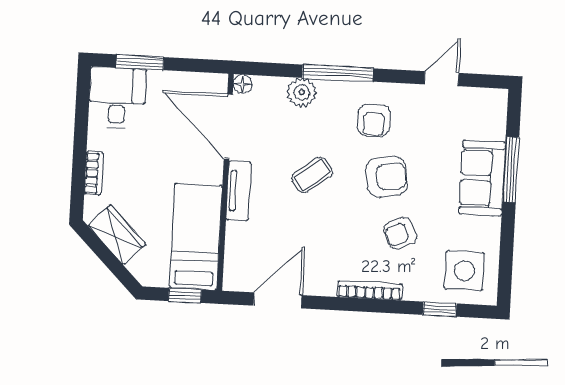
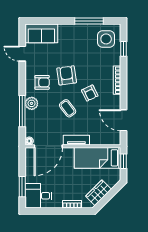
window: (338, 73) -> (22, 111), moved
plant: (302, 92) -> (32, 103), moved
window: (511, 170) -> (89, 21), moved
sofa: (482, 178) -> (41, 33), moved
armchair: (400, 233) -> (90, 93), moved

